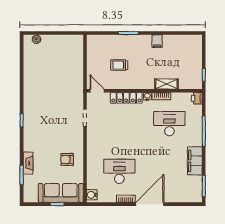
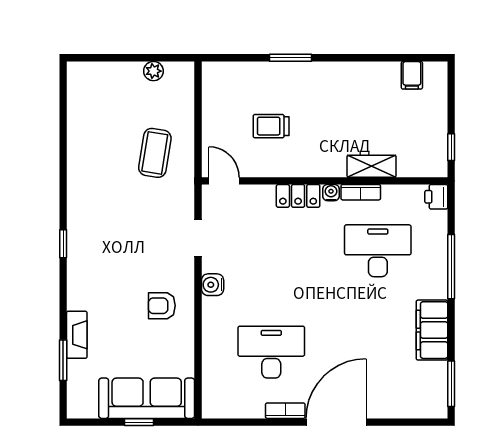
plant: (36, 39) -> (153, 71), moved
filing cabinet: (157, 41) -> (412, 75), moved
coffee table: (65, 78) -> (155, 153), added
locker: (126, 98) -> (298, 196), width x0.66
armchair: (67, 159) -> (162, 306), moved
water cooler: (92, 195) -> (213, 285), moved

